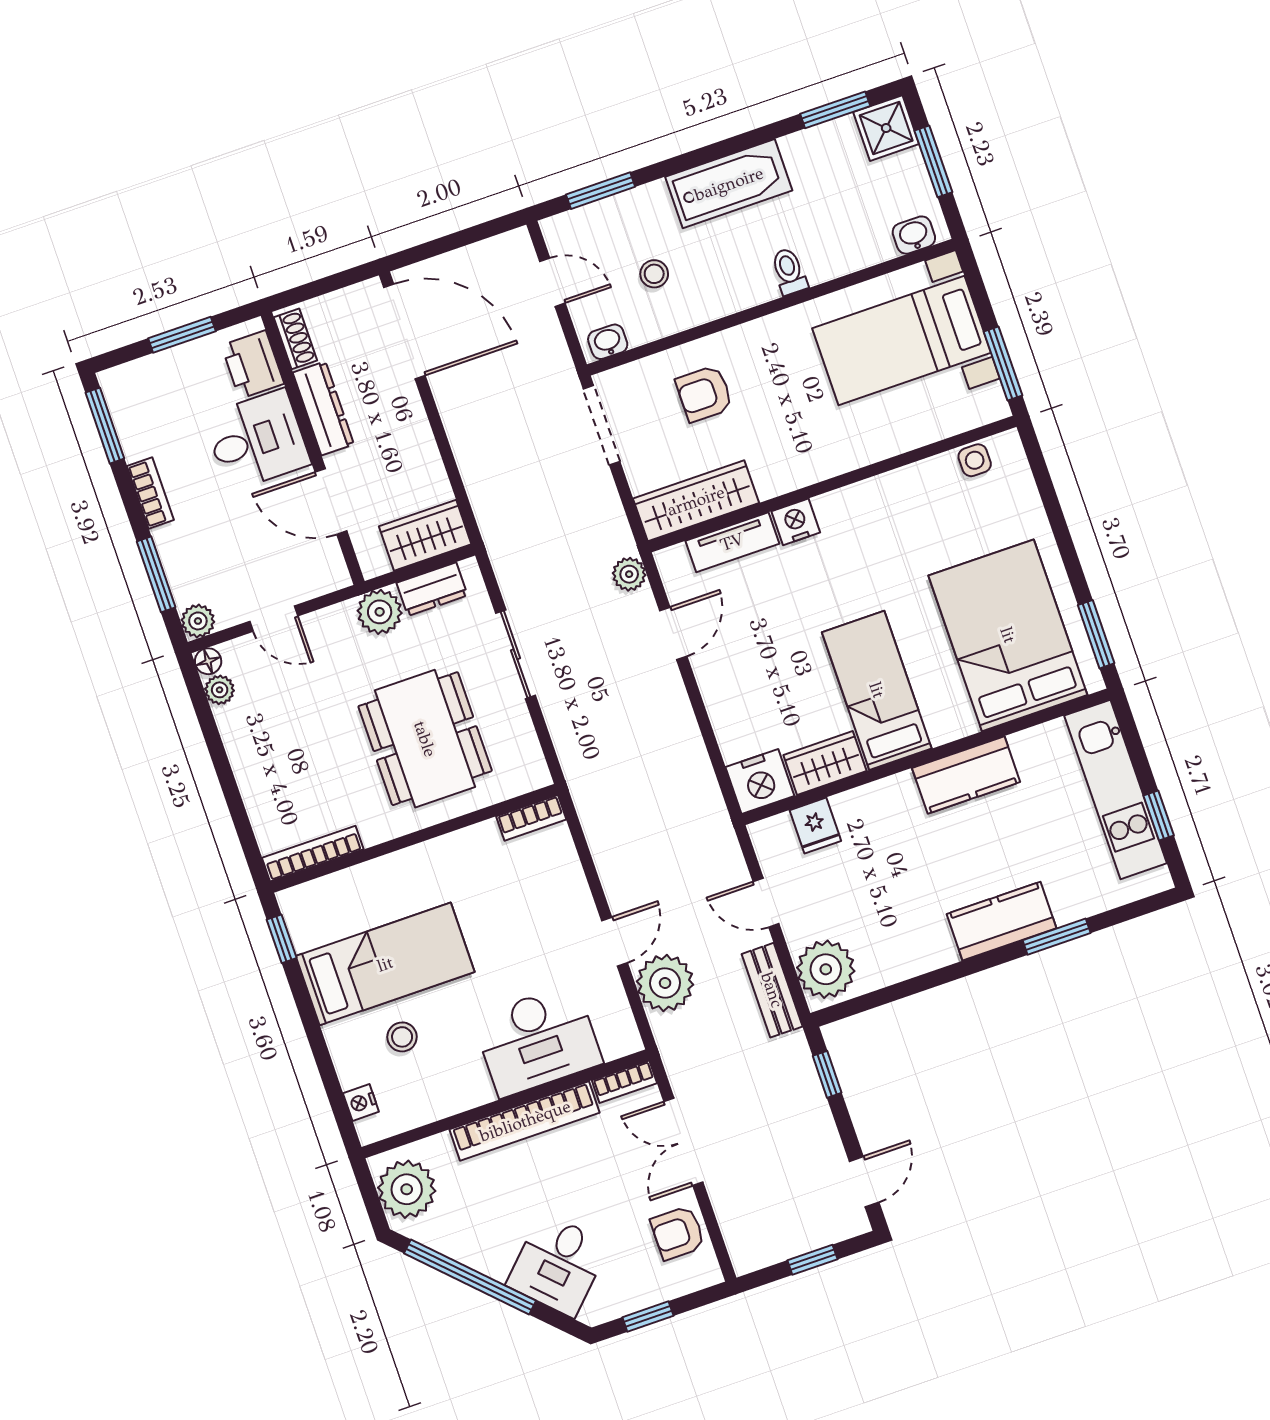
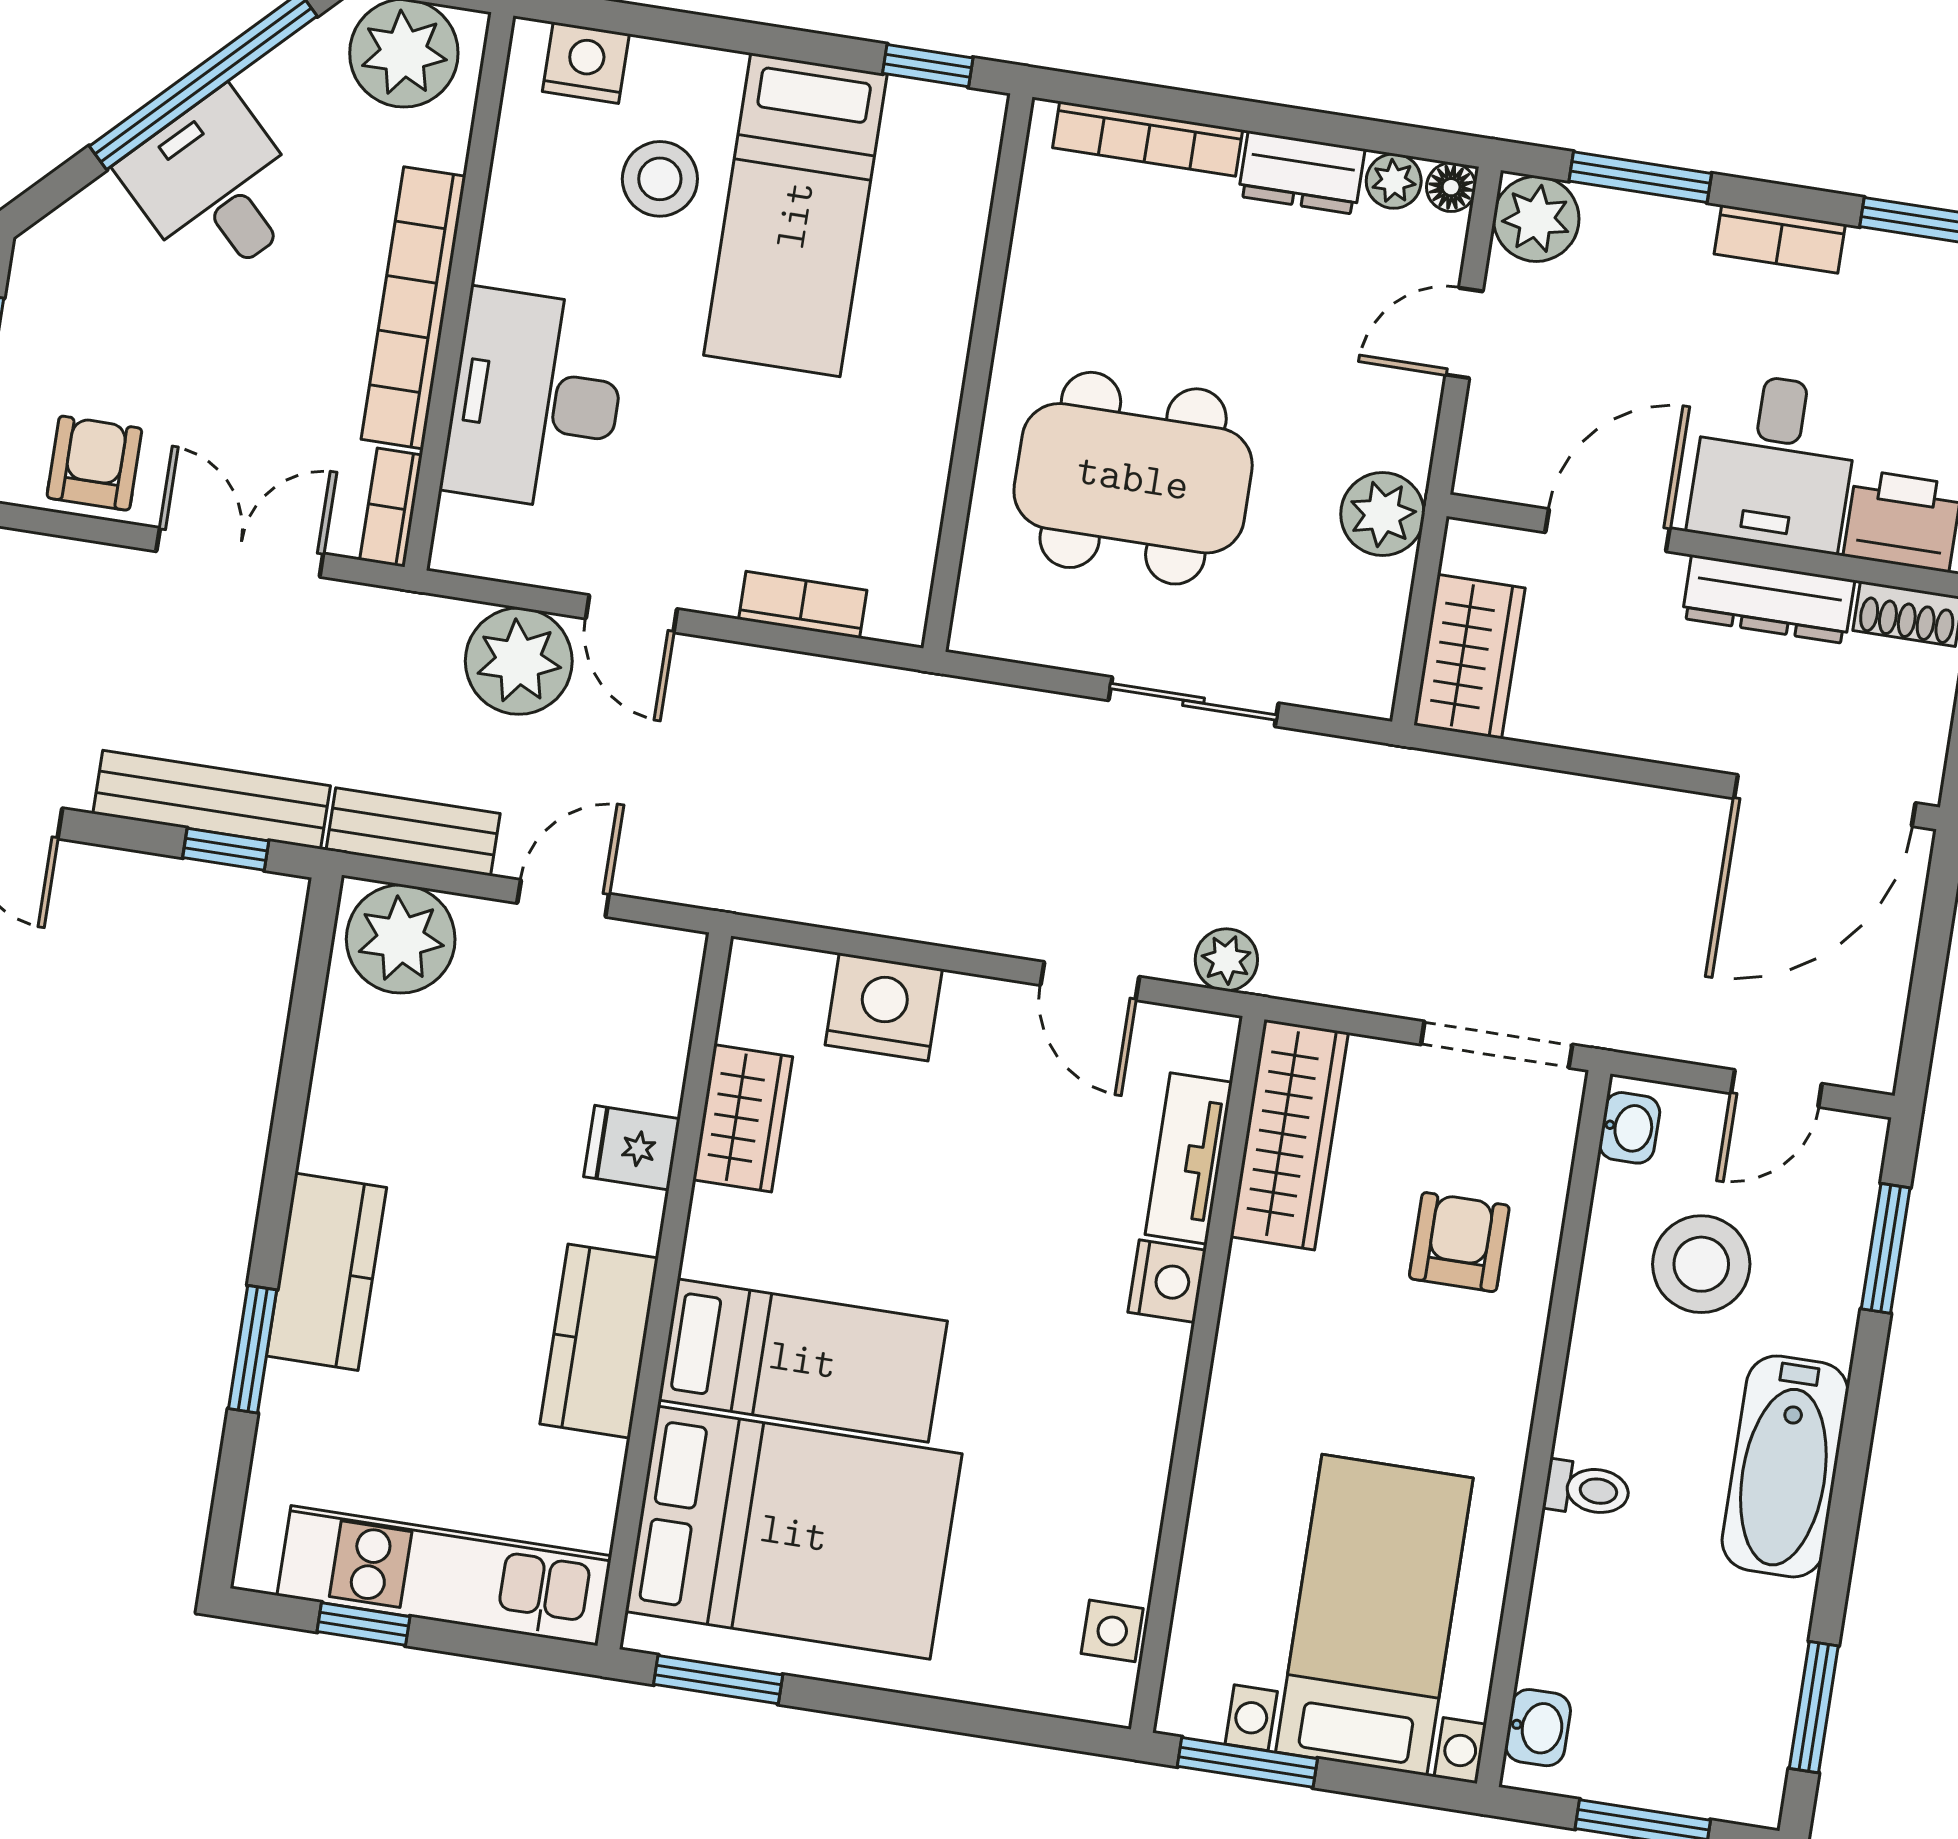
shower: (886, 128) -> (1739, 1775), removed
stool: (654, 274) -> (1701, 1264), width x1.89, depth x1.89
dresser: (432, 589) -> (1302, 173), moved, turned -90
plant: (198, 621) -> (1536, 219), width x1.38, depth x1.38
bed: (877, 690) -> (803, 1360), moved
nightstand: (760, 781) -> (884, 1007), moved, turned 90
bookcase: (531, 818) -> (803, 605), moved, turned 90
fridge: (815, 826) -> (632, 1148), moved
bookcase: (313, 854) -> (1148, 139), moved, turned 90
stool: (402, 1037) -> (660, 179), width x1.37, depth x1.37
bench: (807, 1093) -> (212, 800), added
nightstand: (361, 1103) -> (586, 63), width x1.39, depth x1.35
desk: (558, 1265) -> (215, 187), moved

